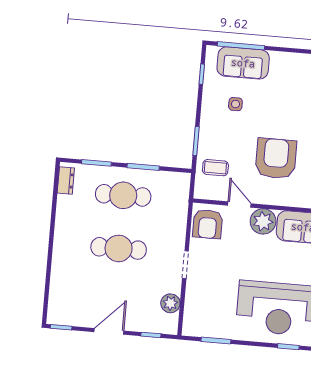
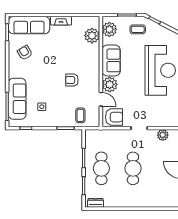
sofa: (243, 63) -> (17, 99), width x1.36
armchair: (276, 158) -> (72, 80), width x0.53, depth x0.53
door: (239, 204) -> (101, 99), swing flipped

